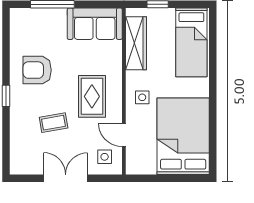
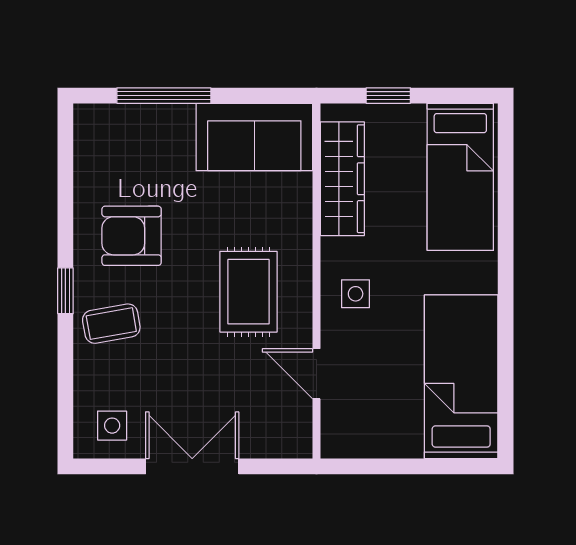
coffee table: (54, 123) -> (111, 324), moved
bed: (183, 136) -> (461, 377), width x0.67
side table: (105, 157) -> (112, 426), moved

